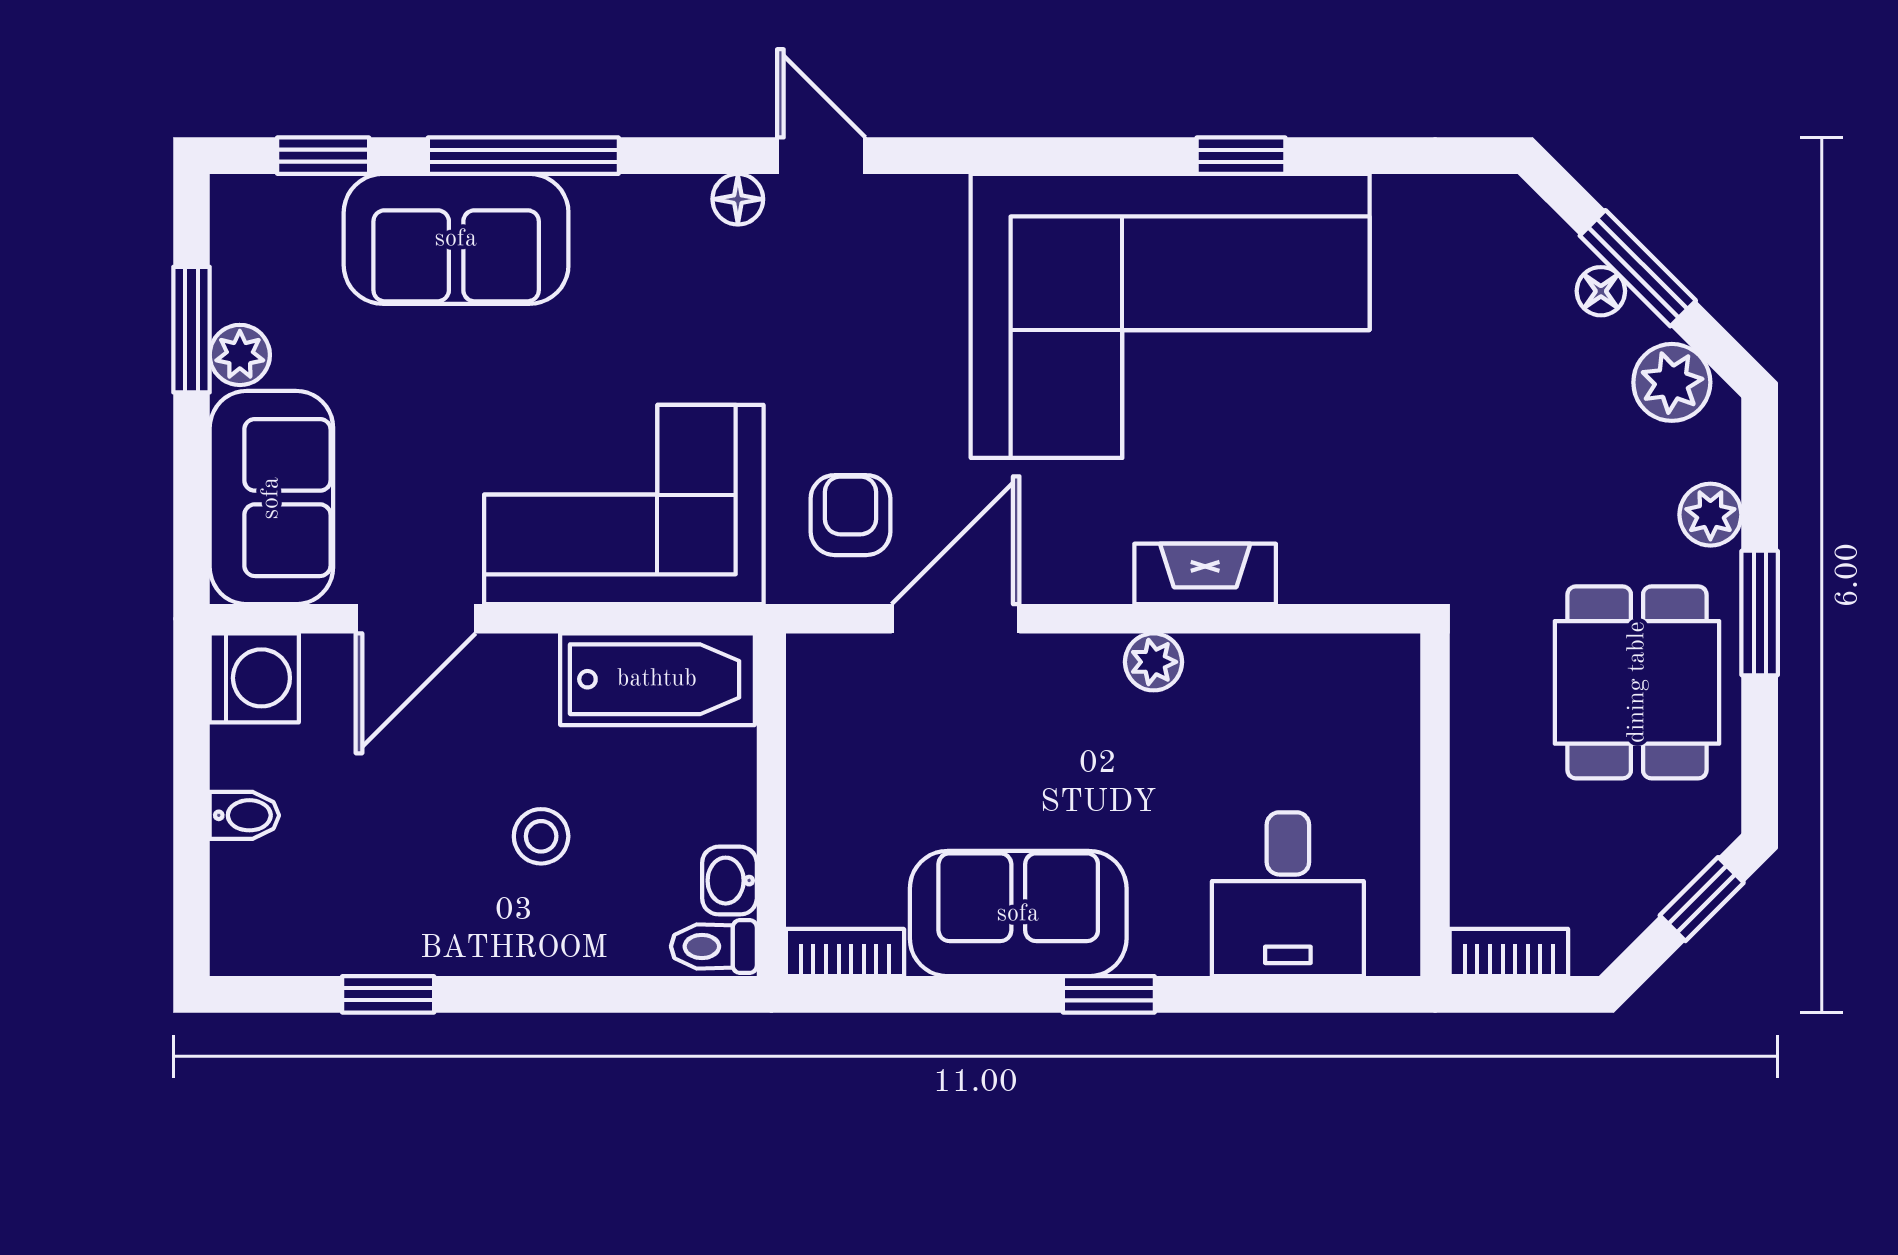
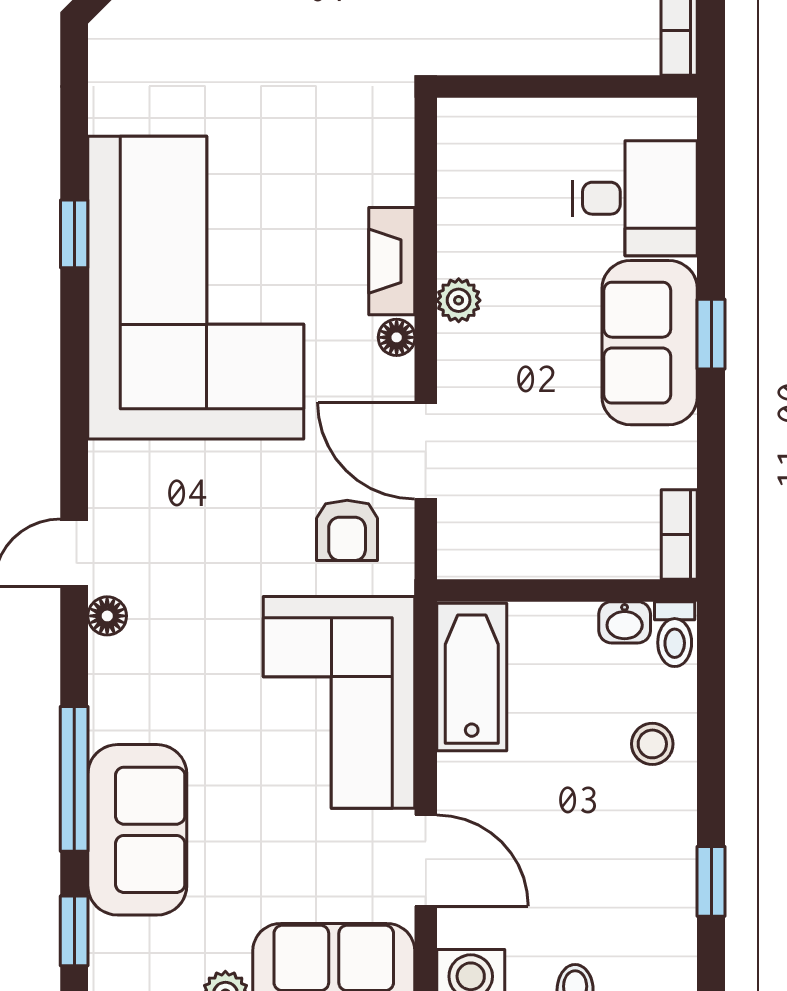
armchair: (850, 515) -> (347, 530), turned -90
floor lamp: (1105, 580) -> (397, 337), added
stool: (541, 836) -> (652, 744), moved
sofa: (1018, 914) -> (650, 343), moved

